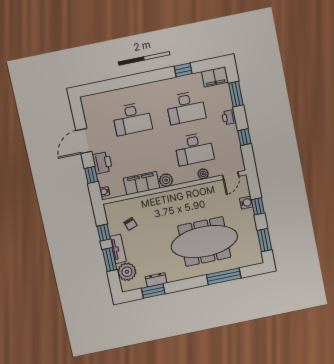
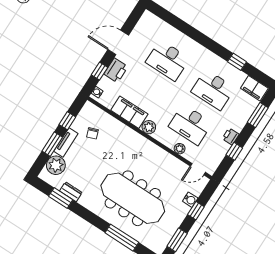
printer: (229, 117) -> (231, 136), moved

